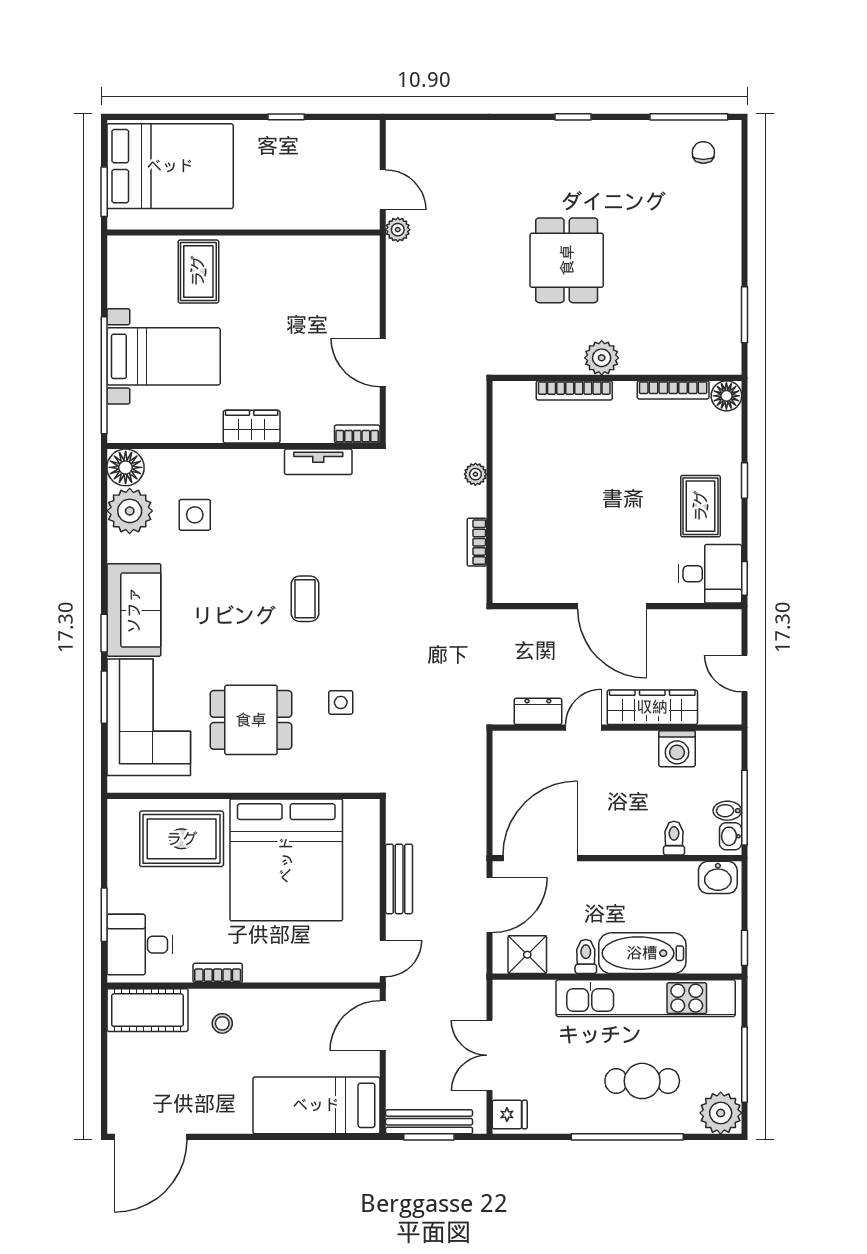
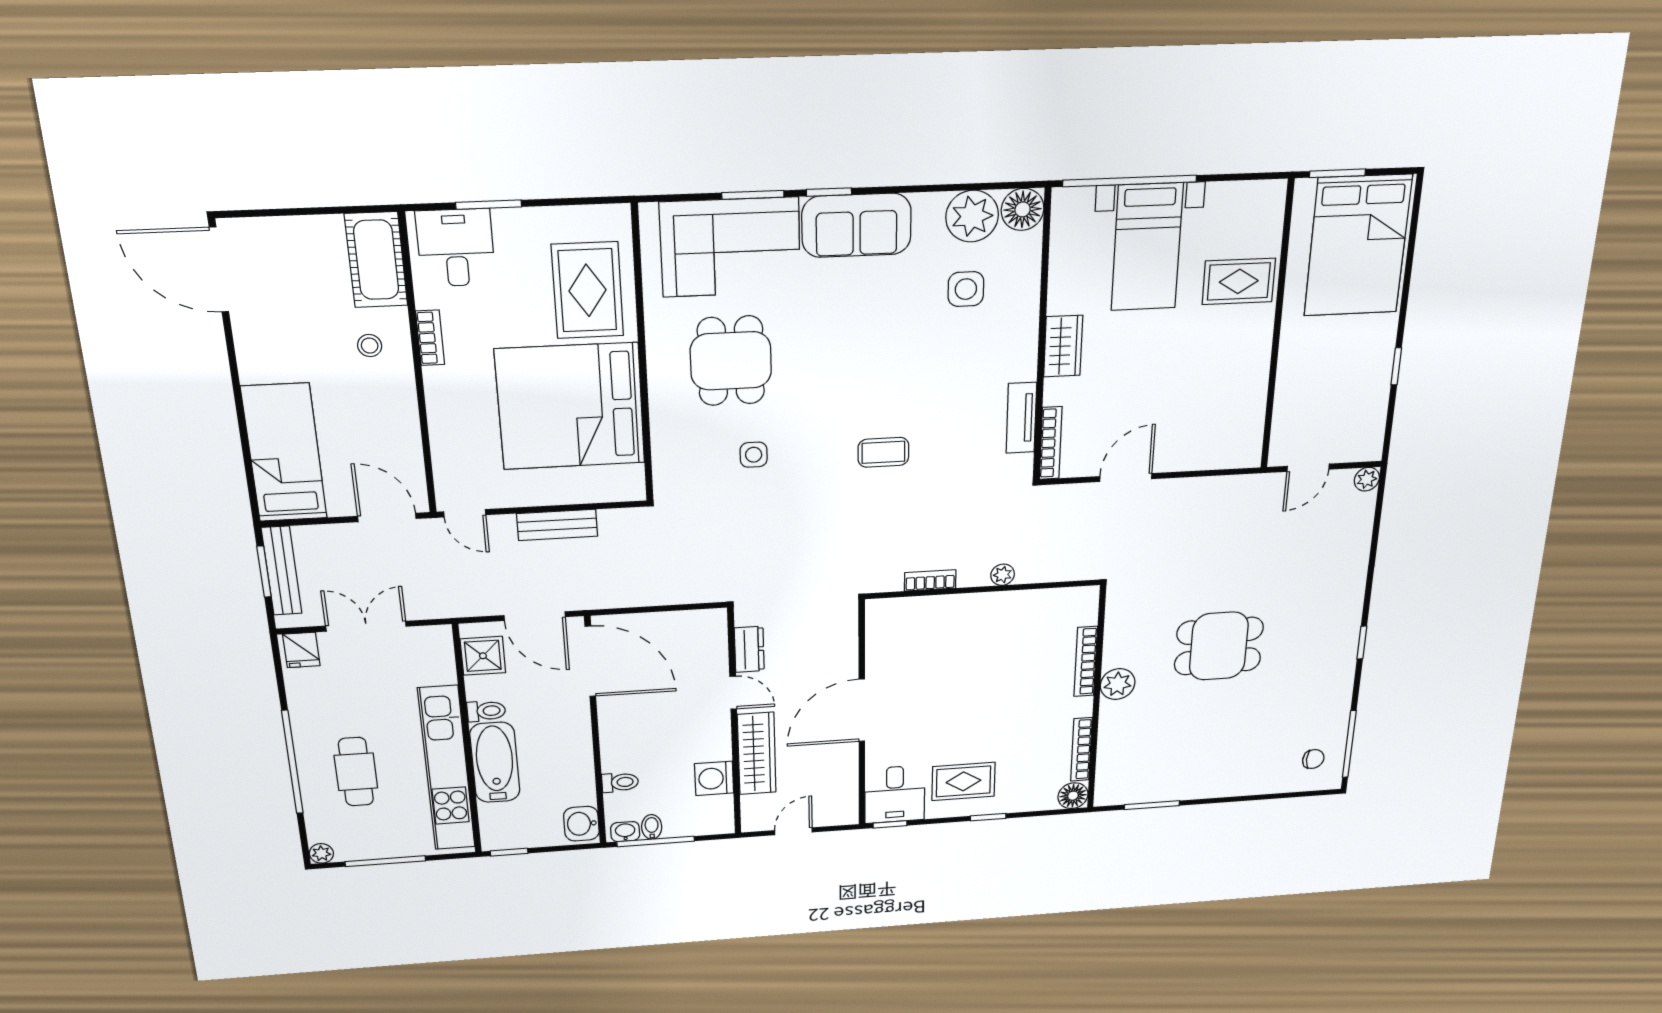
plant: (398, 230) -> (1367, 479), moved
bookcase: (357, 434) -> (1051, 443), width x1.56
coffee table: (305, 599) -> (883, 452), moved
plant: (721, 1113) -> (321, 853), width x0.53, depth x0.53

